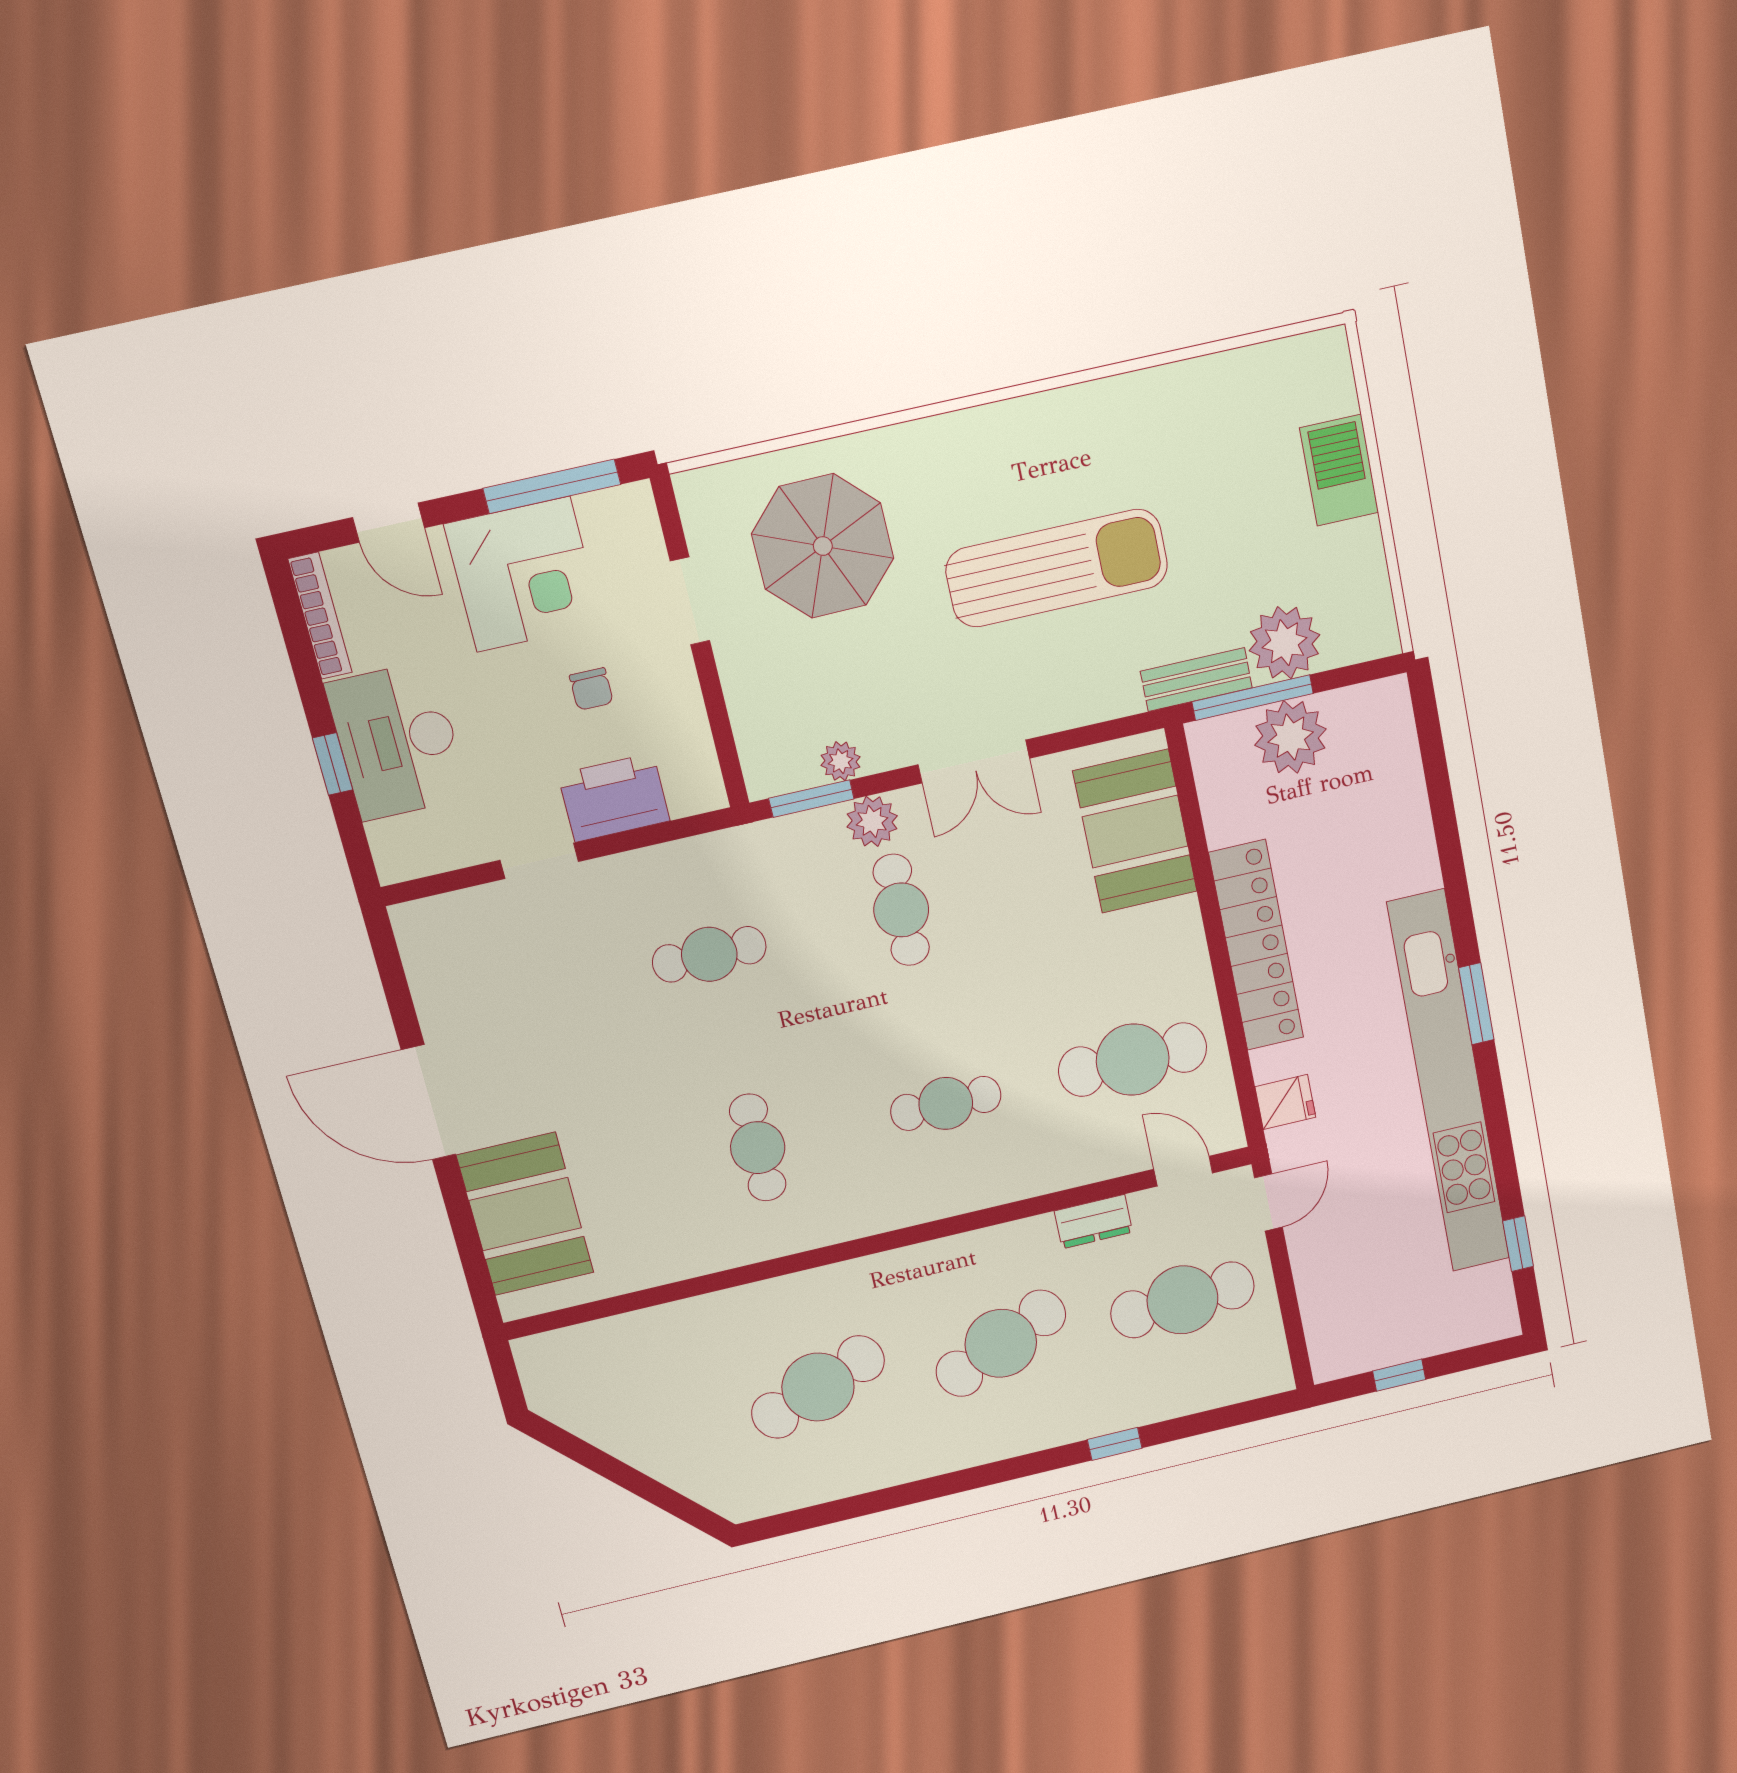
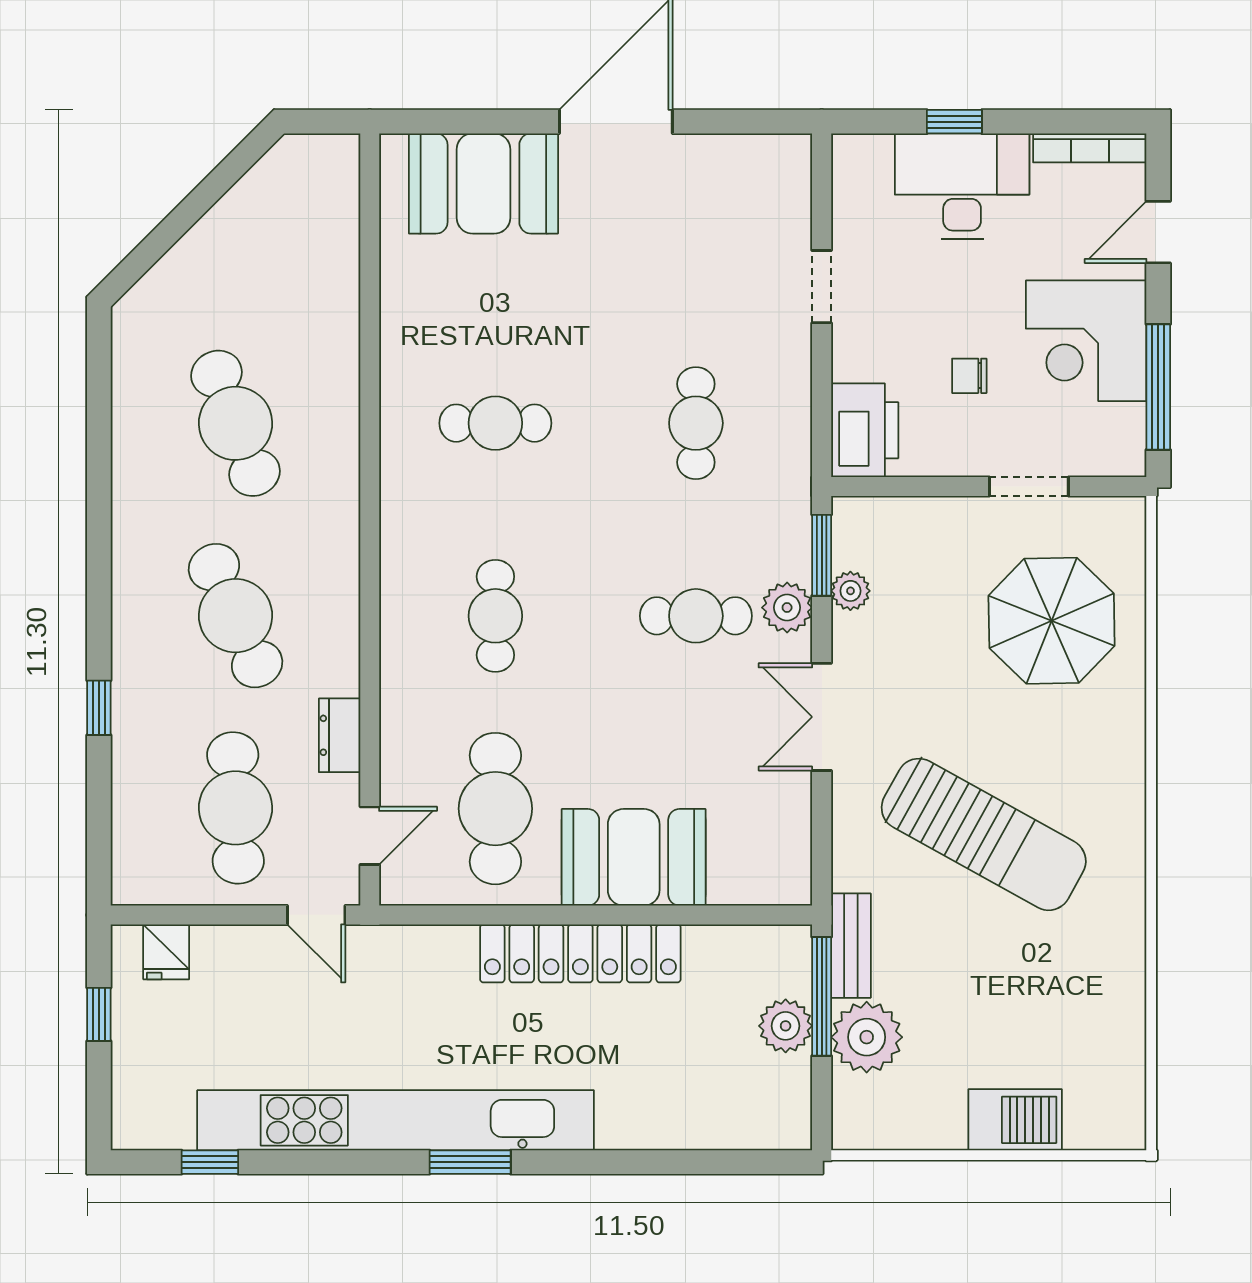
sun lounger: (1057, 568) -> (984, 834), turned -61
plant: (1291, 737) -> (786, 1026), width x0.73, depth x0.73
printer: (614, 798) -> (865, 430), moved
booth: (1135, 831) -> (634, 857), moved
fridge: (1285, 1102) -> (166, 952), moved

